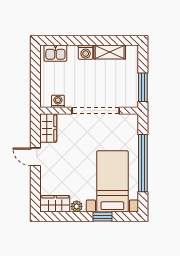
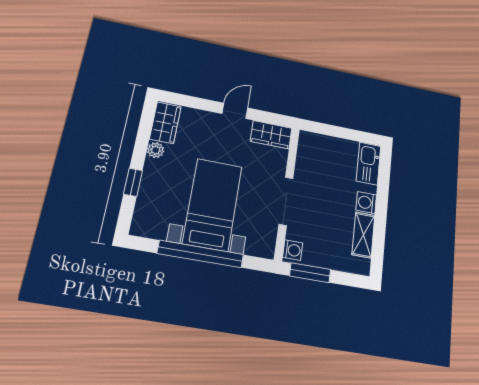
kitchen sink: (55, 53) -> (369, 164), width x1.38
washing machine: (58, 101) -> (293, 250), moved
doorway: (96, 111) -> (286, 201), width x0.73
bed with nightstands: (112, 181) -> (213, 204), moved, turned -90

